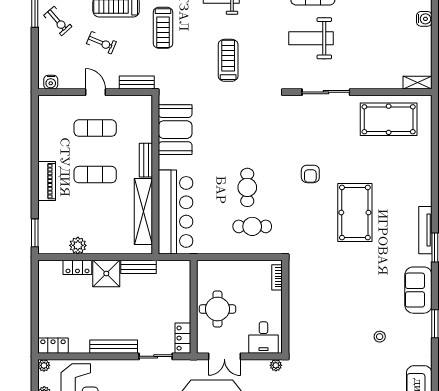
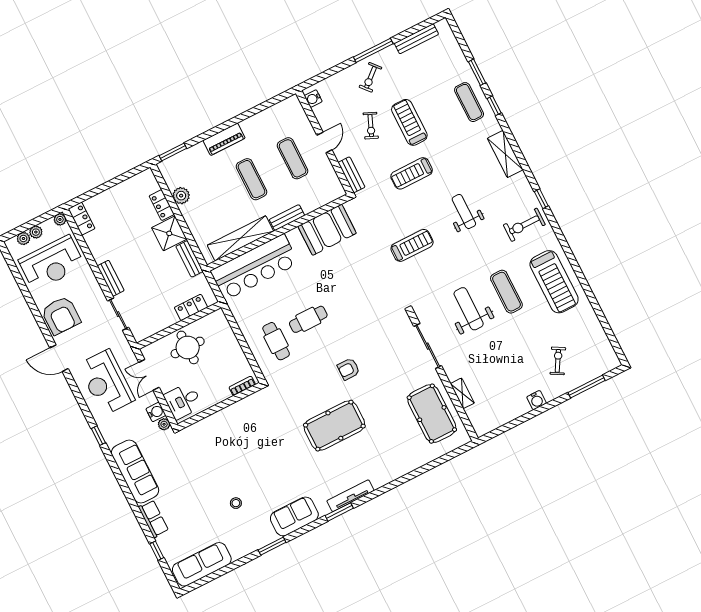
shelving: (417, 83) -> (462, 393), moved
locker: (183, 338) -> (191, 307), moved
bench: (114, 347) -> (111, 278), width x0.73
water cooler: (261, 367) -> (156, 412), added

